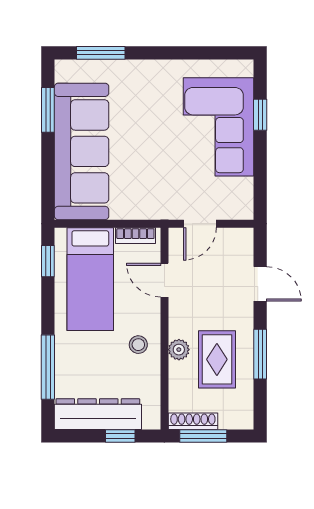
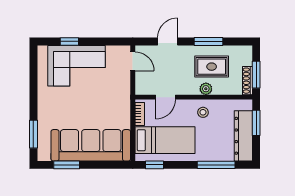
door: (200, 224) -> (133, 61), moved
window: (120, 436) -> (256, 123), width x1.50

